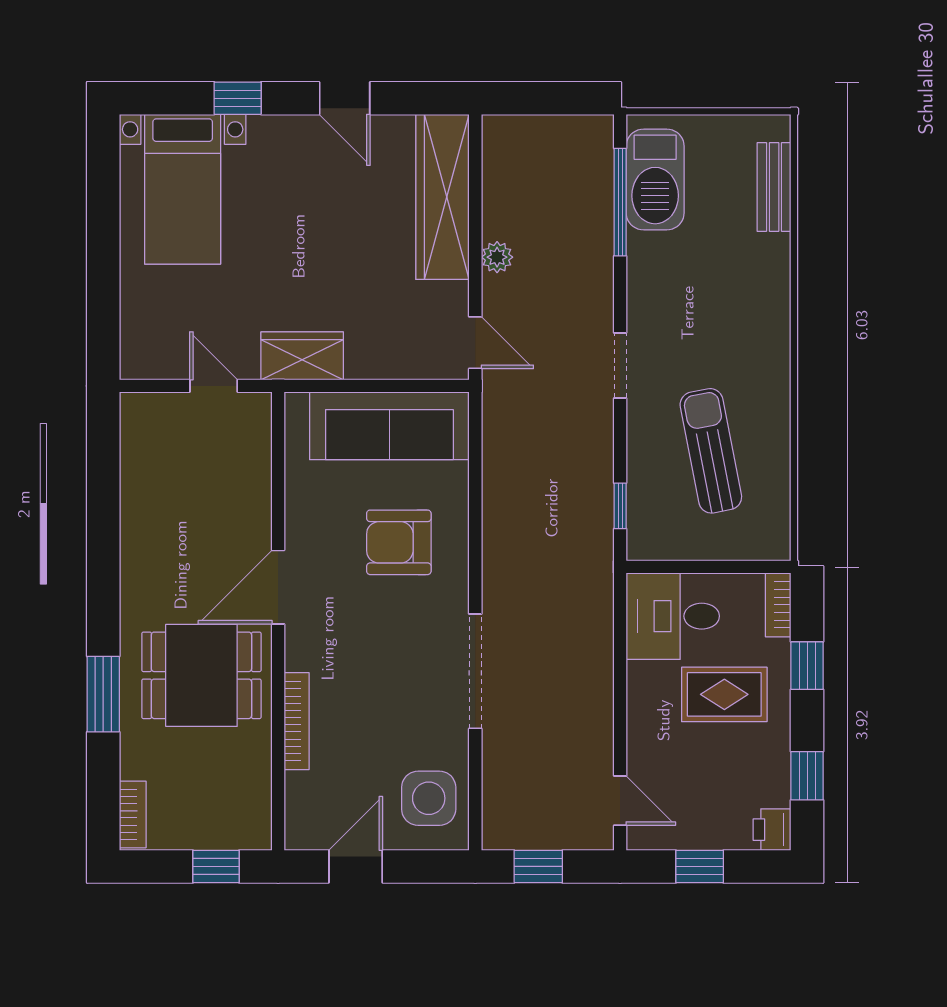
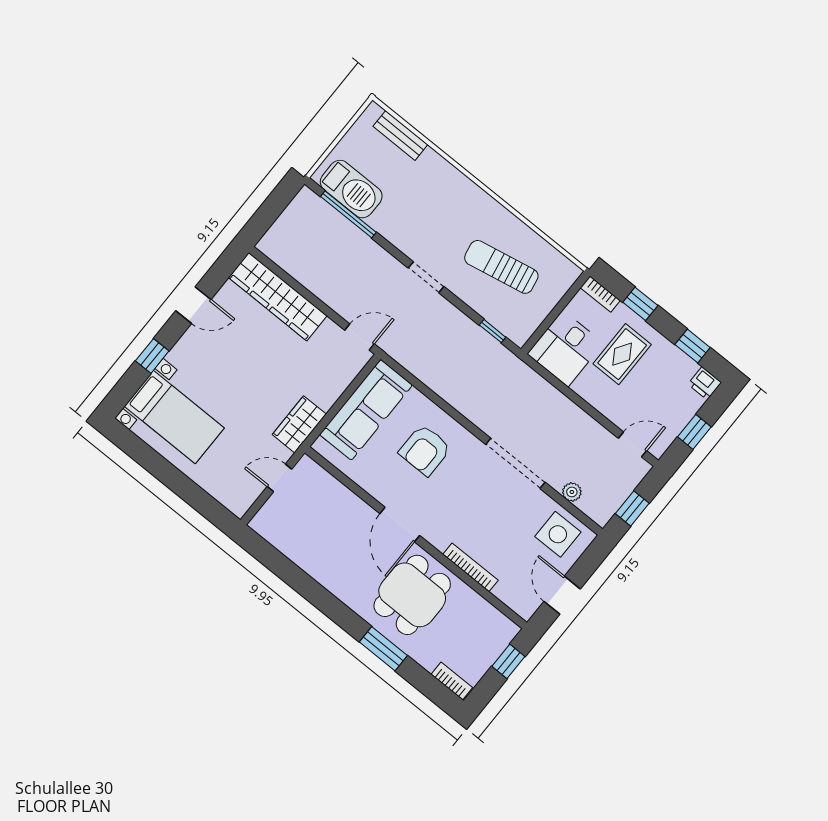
plant: (497, 257) -> (572, 492), moved

